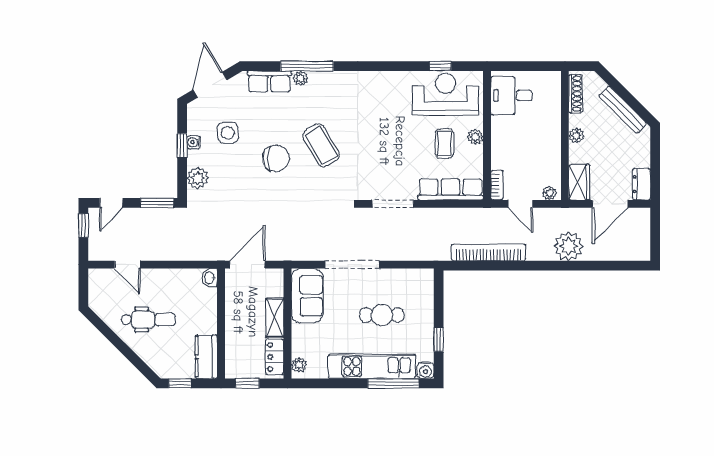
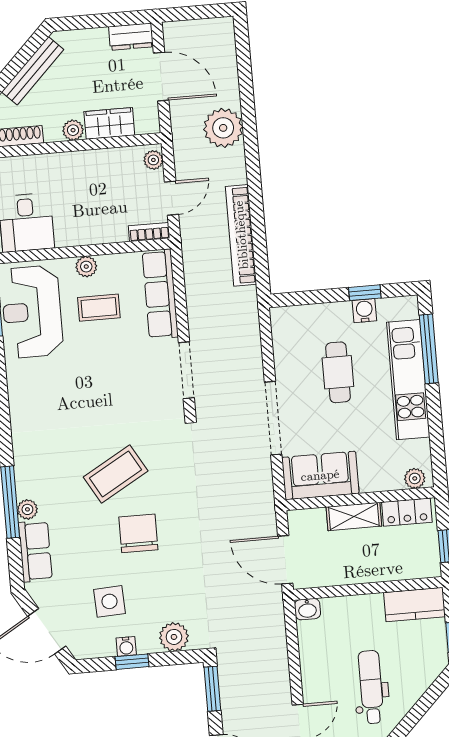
wardrobe: (579, 182) -> (109, 123), moved
water cooler: (425, 370) -> (364, 311), moved, turned -90

